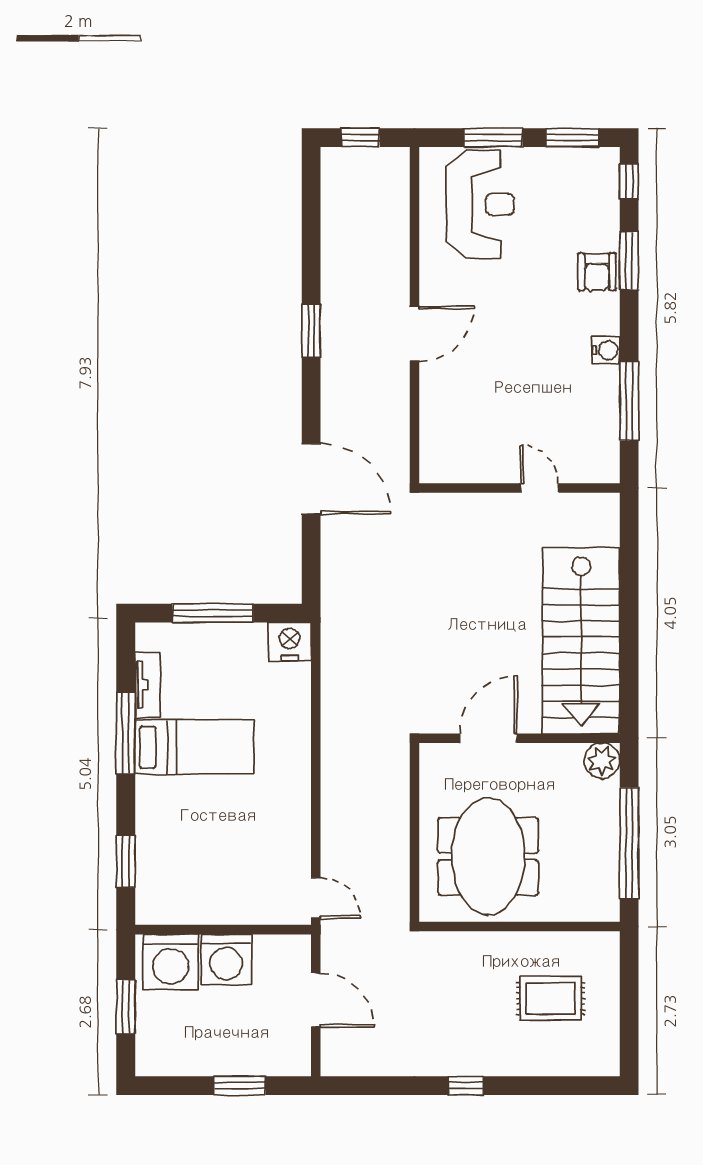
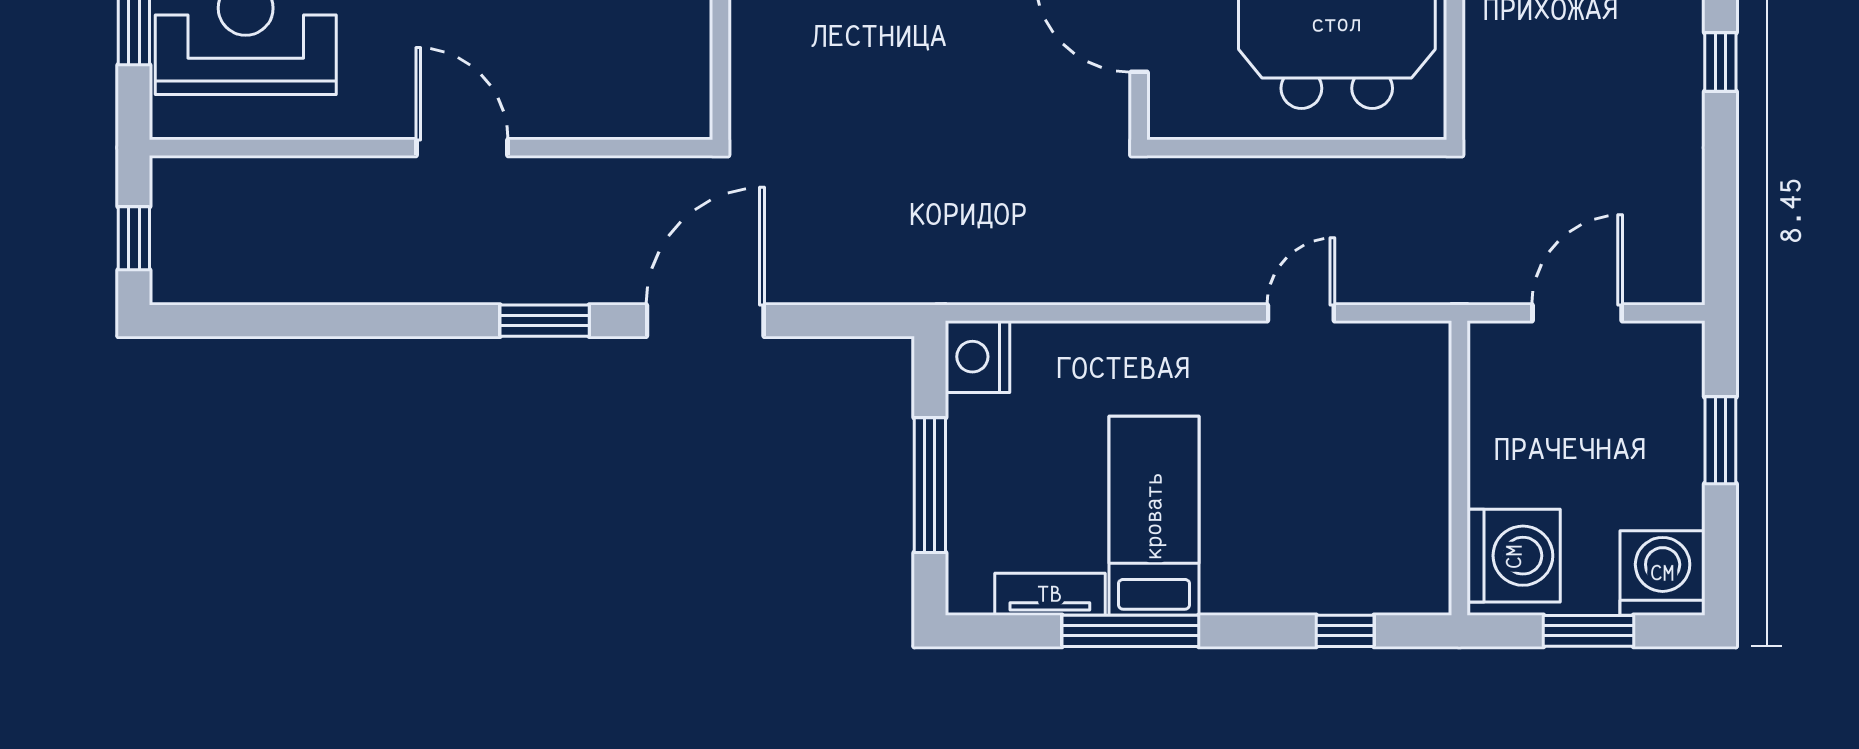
window: (311, 331) -> (545, 321), moved
window: (126, 861) -> (1345, 631), width x0.67
door: (316, 898) -> (1301, 313), moved
washing machine: (226, 960) -> (1663, 573), moved, turned -90

